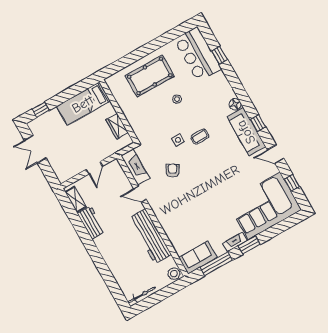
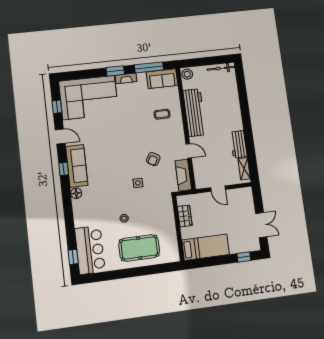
window: (219, 55) -> (73, 257), moved
coffee table: (200, 137) -> (162, 114), moved
door: (94, 168) -> (218, 189), swing flipped

